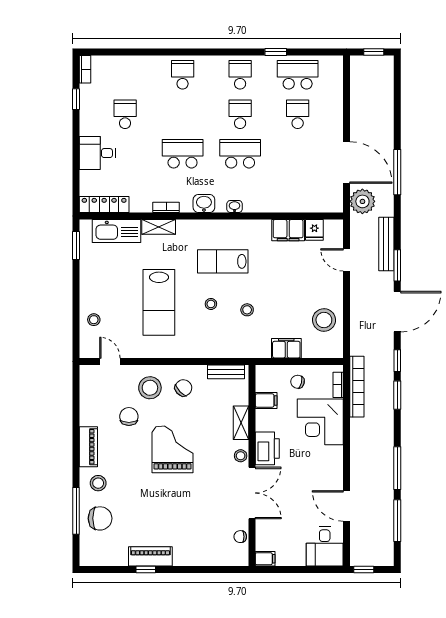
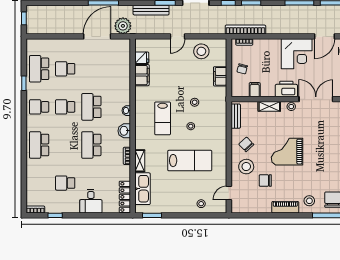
school desk: (183, 75) -> (39, 145), width x1.85
door: (347, 260) -> (177, 36), moved
corner desk: (320, 422) -> (297, 54), moved

